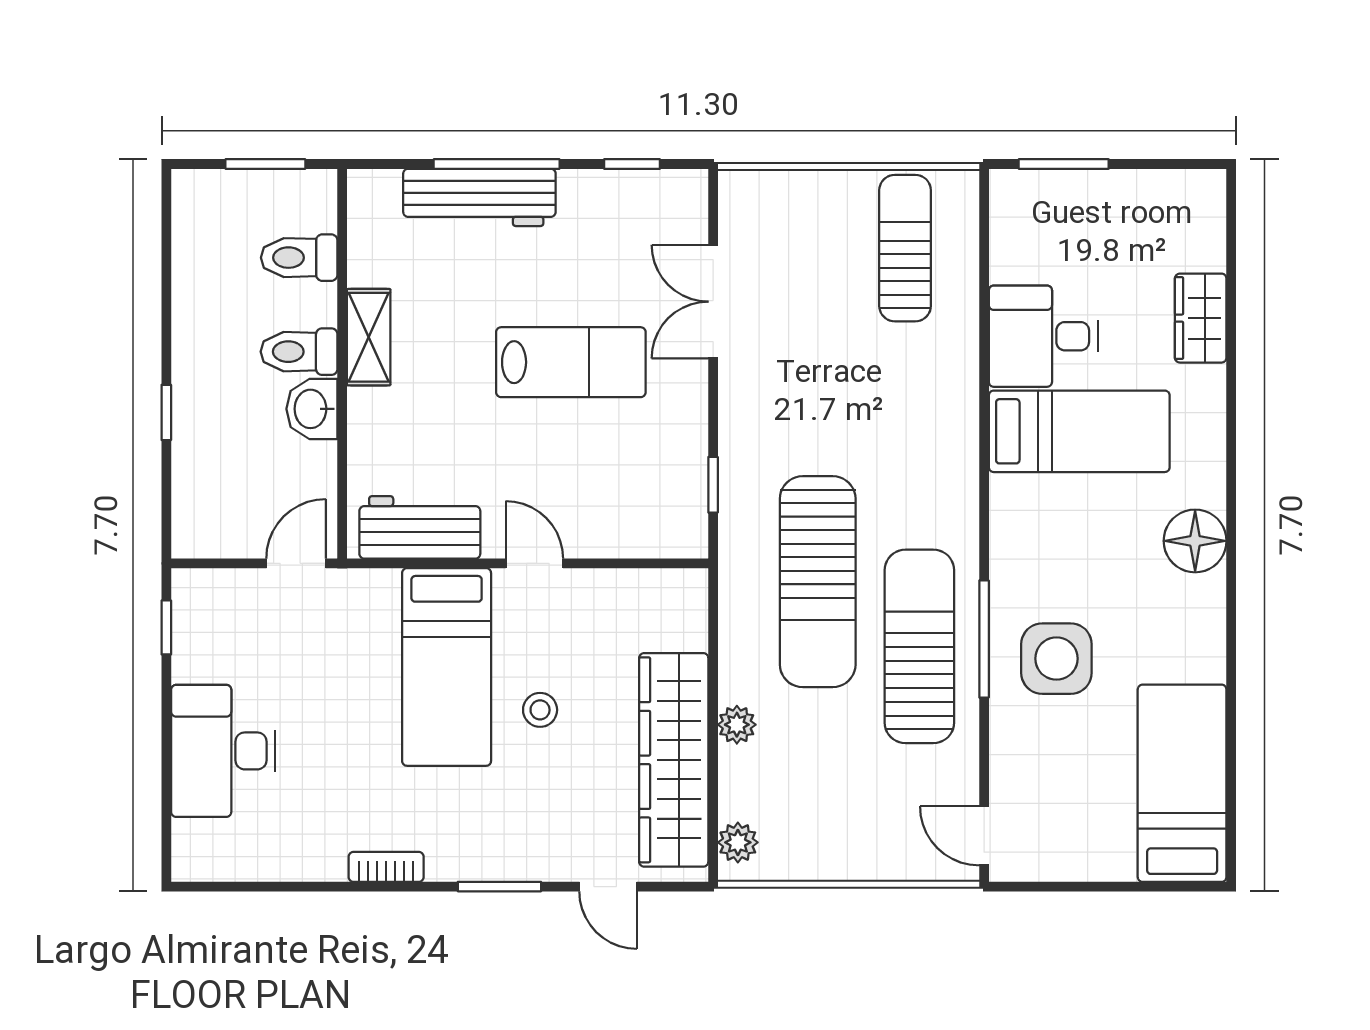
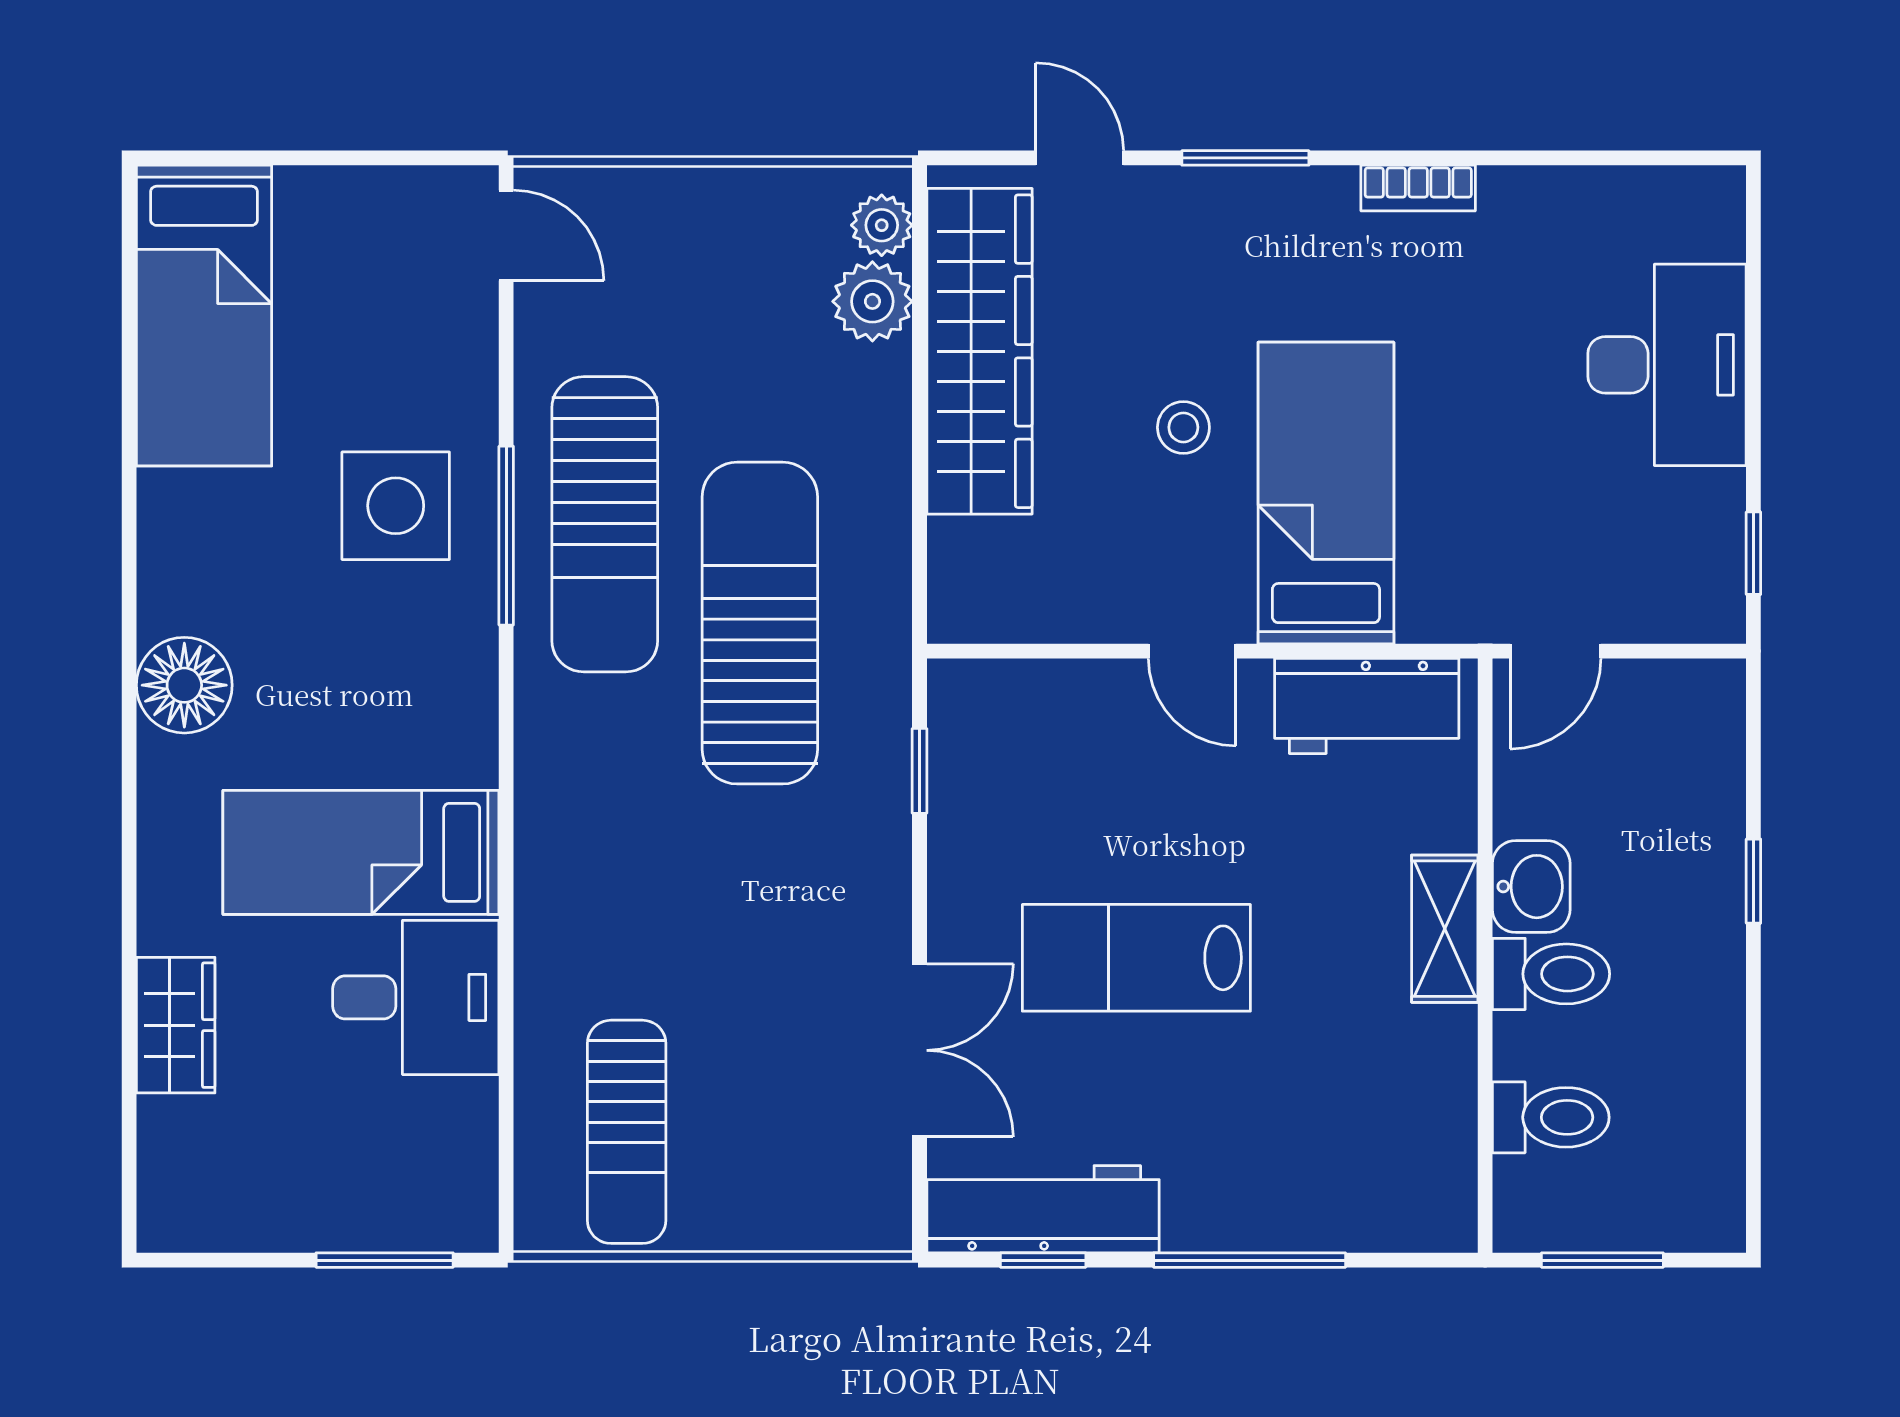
workbench: (479, 197) -> (1043, 1209), moved
shelving: (369, 337) -> (1445, 929), moved
plant: (737, 725) -> (872, 301), moved, width x1.38, depth x1.38

